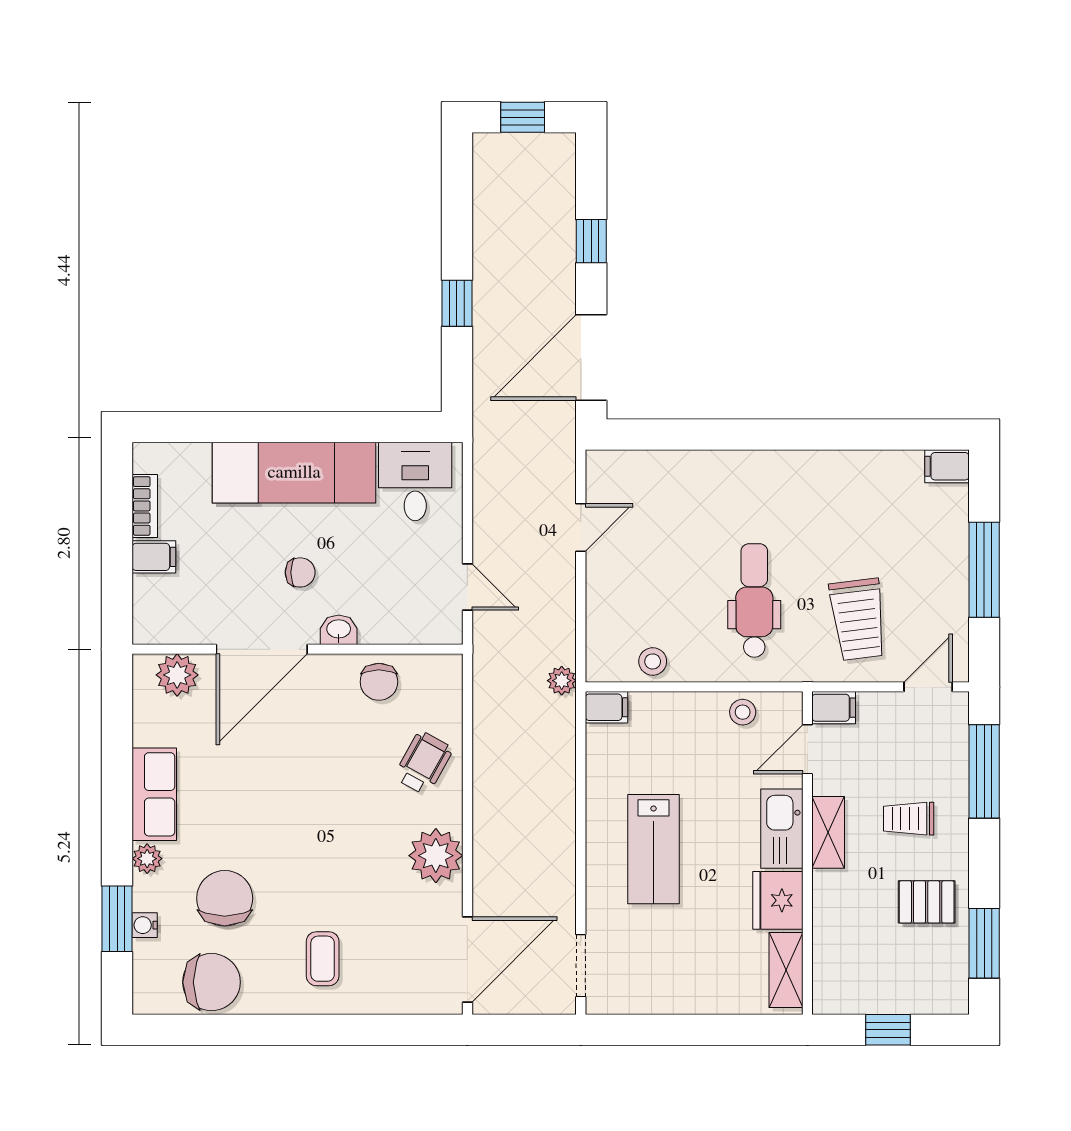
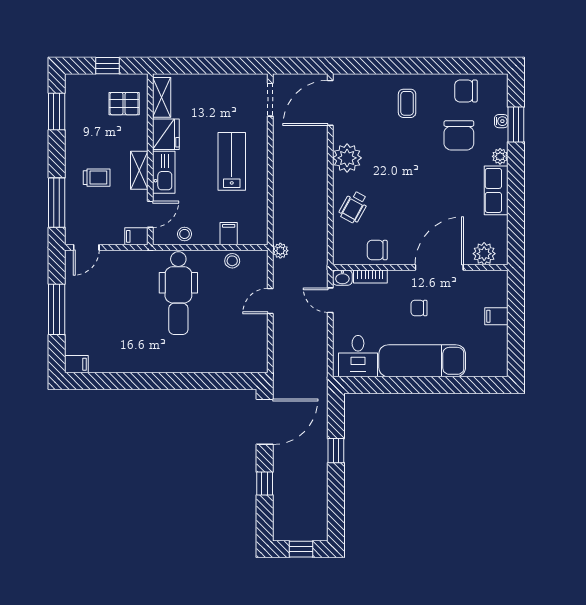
bookcase: (145, 506) -> (370, 276), moved, turned -90
door: (581, 527) -> (270, 301), moved
dental chair: (754, 600) -> (178, 293), width x1.36, depth x1.38
trolley: (858, 619) -> (123, 283), removed
washbasin: (339, 630) -> (342, 278), moved
chair: (379, 682) -> (377, 250), turned -90
filing cabinet: (607, 707) -> (229, 234), moved, turned 90
pallet: (927, 902) -> (124, 104), moved
chair: (212, 982) -> (466, 91), width x0.73, depth x0.73

